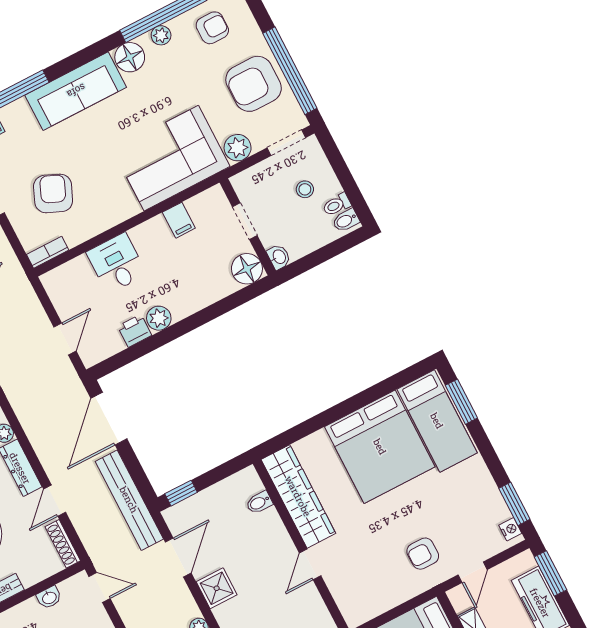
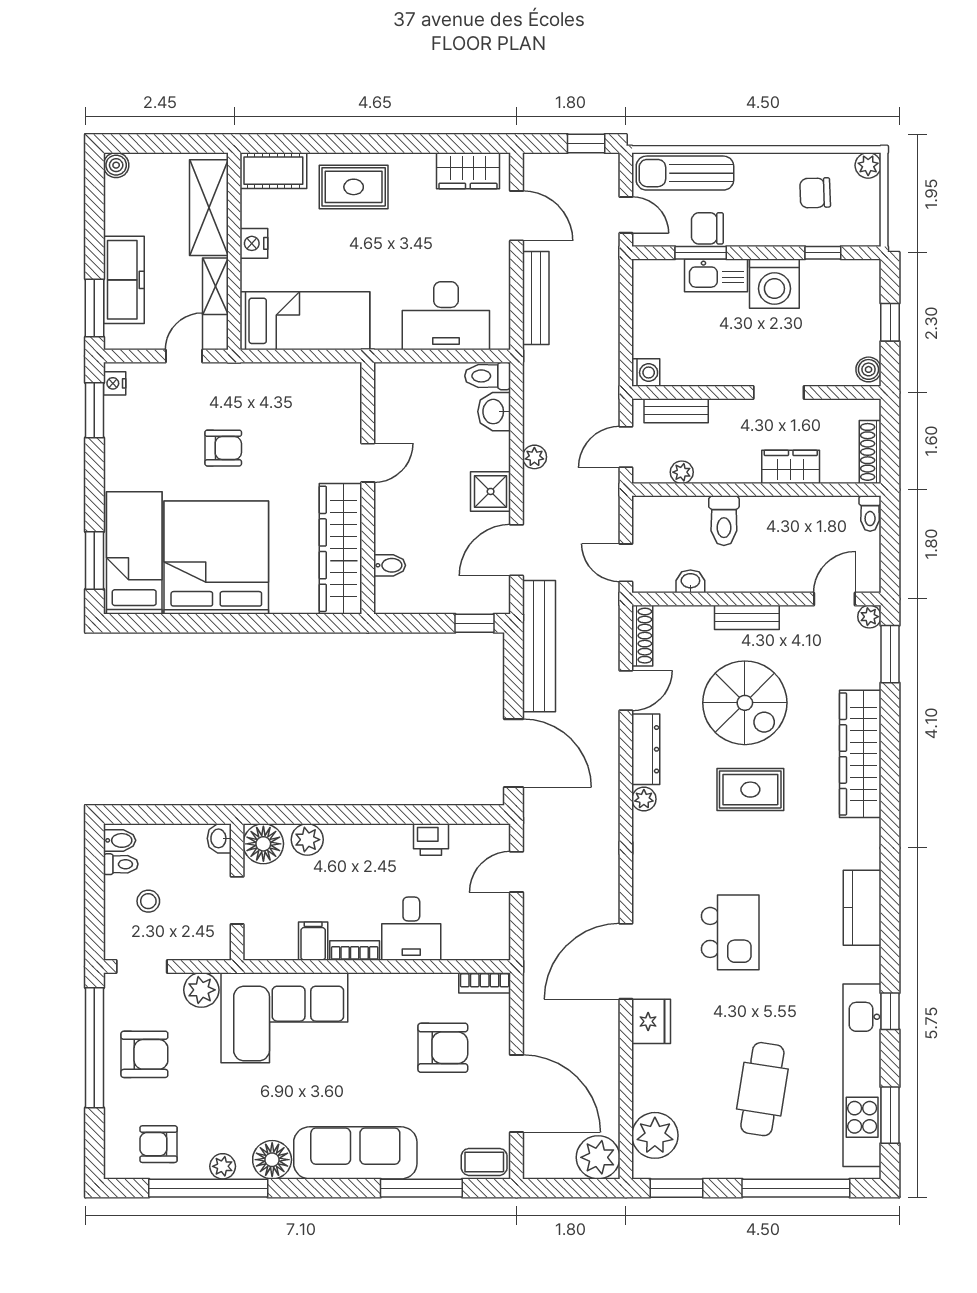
armchair: (254, 84) -> (144, 1054), width x0.73, depth x0.73
armchair: (53, 193) -> (443, 1048), turned -113
bookcase: (147, 228) -> (355, 950), added
plant: (159, 318) -> (307, 840), moved
door: (109, 419) -> (514, 753), hinge flipped
armchair: (423, 554) -> (223, 448), moved

